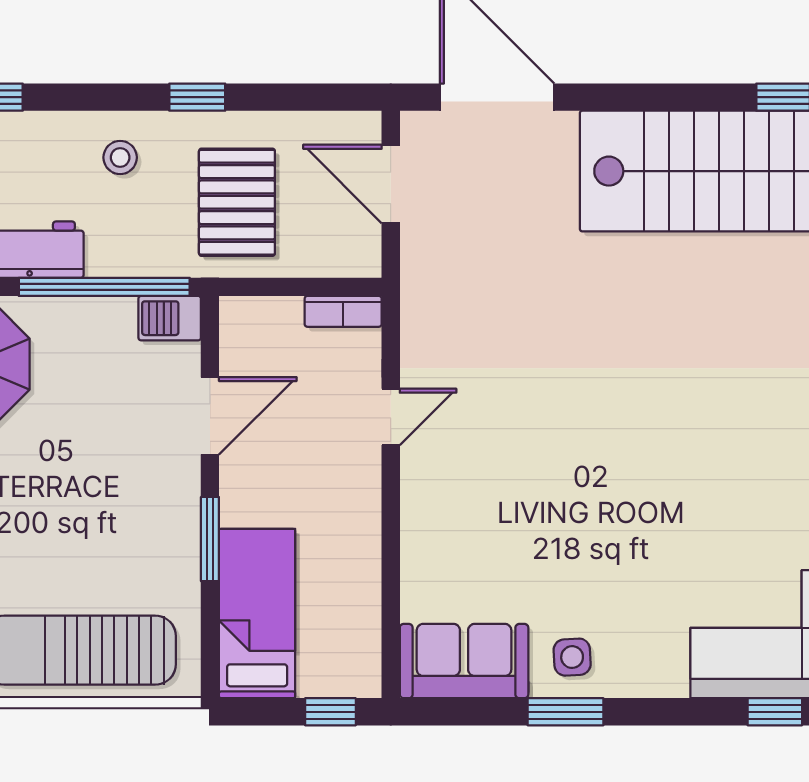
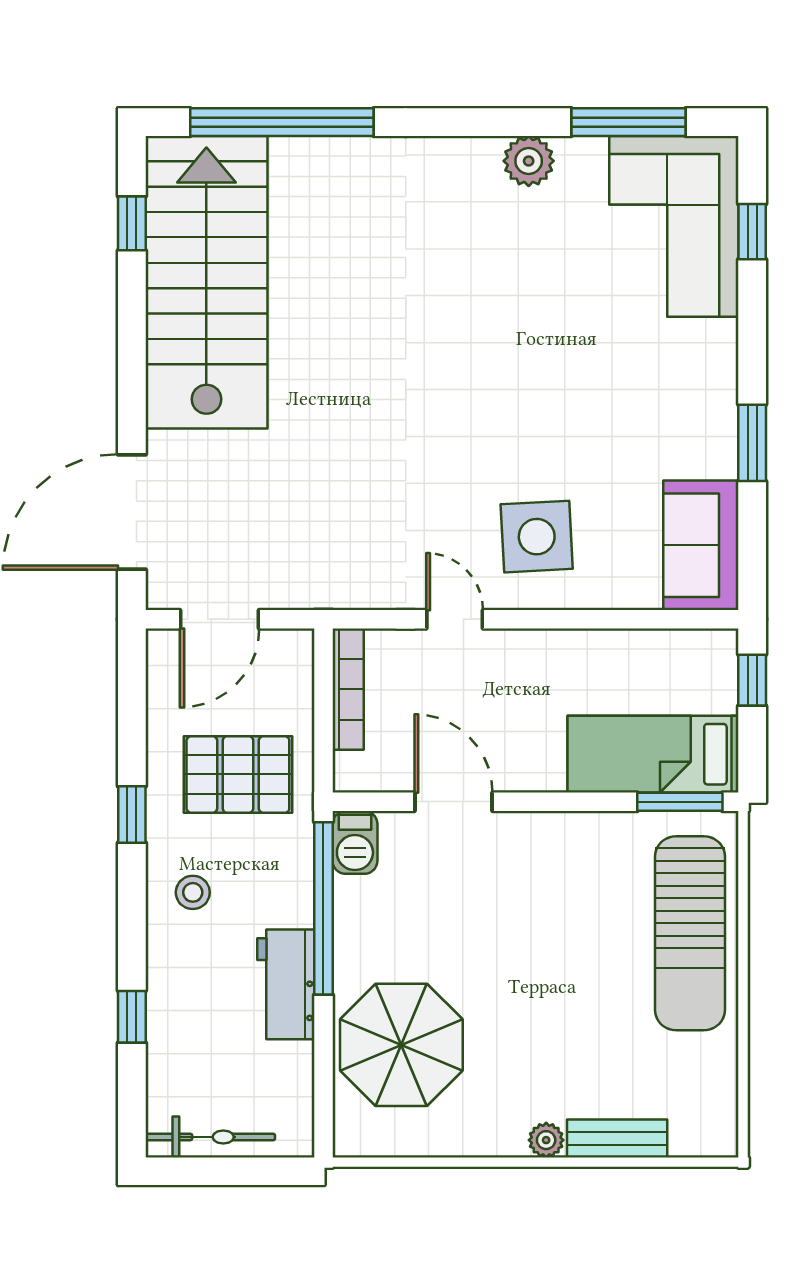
bookcase: (343, 311) -> (348, 689), width x1.56
window: (210, 539) -> (680, 802), moved
side table: (572, 657) -> (537, 537), moved, width x1.87, depth x1.87

